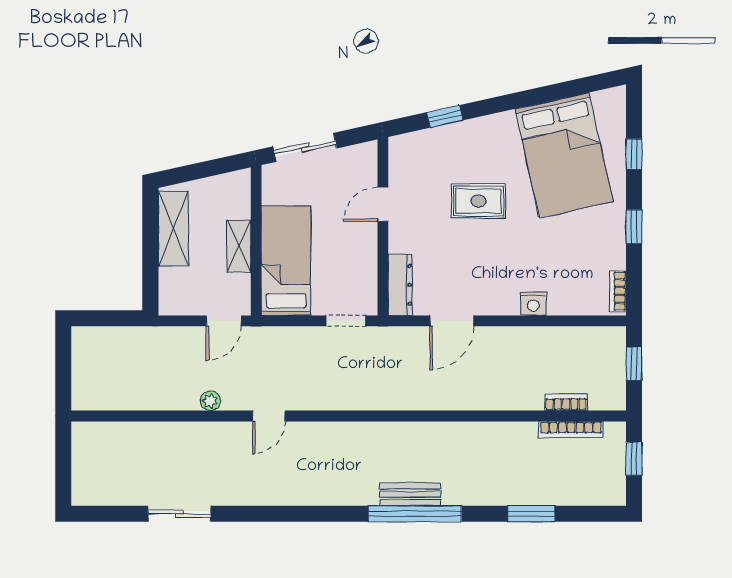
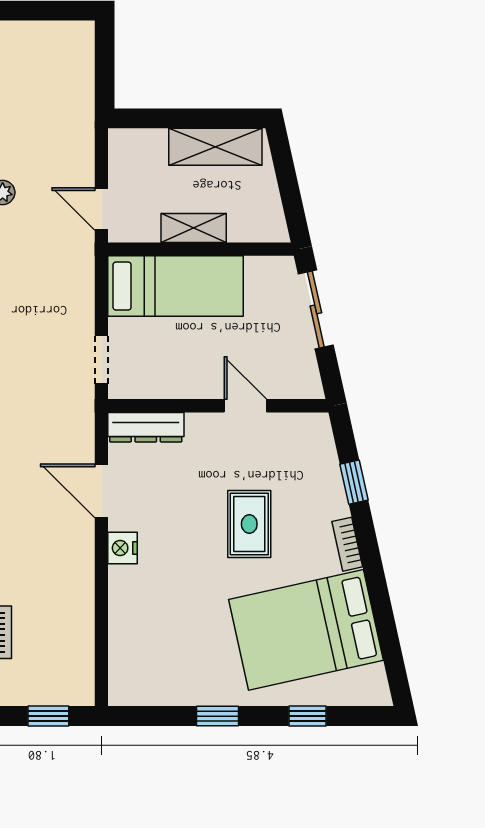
bookcase: (618, 291) -> (347, 544), moved, turned -102
nightstand: (533, 304) -> (122, 548), moved

